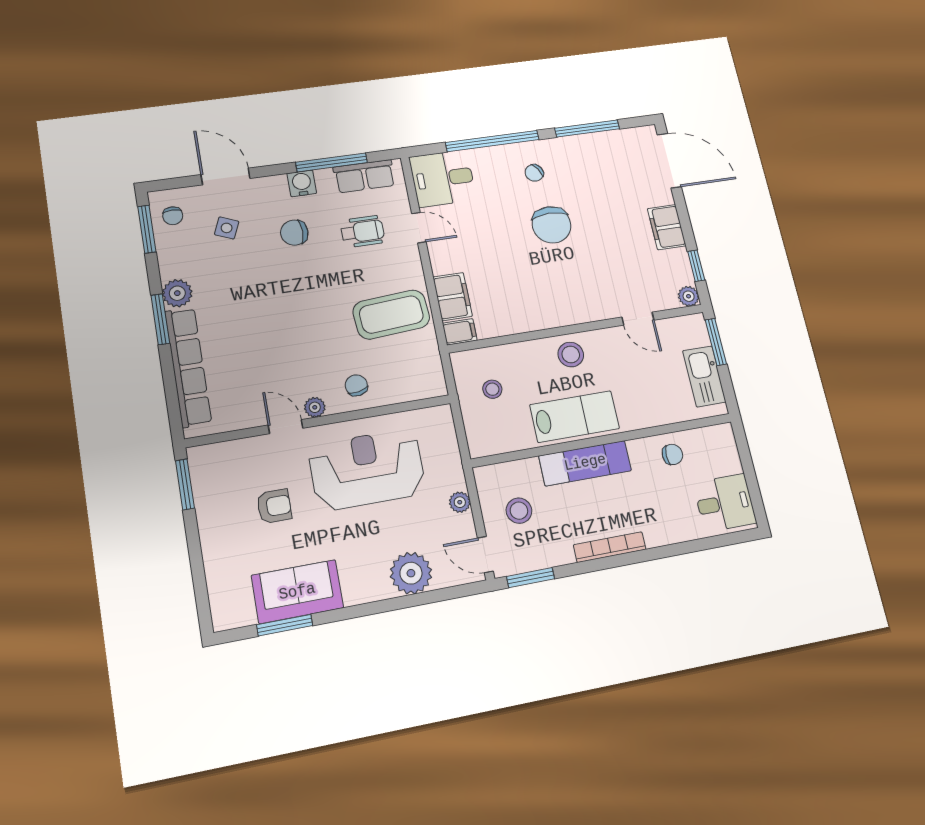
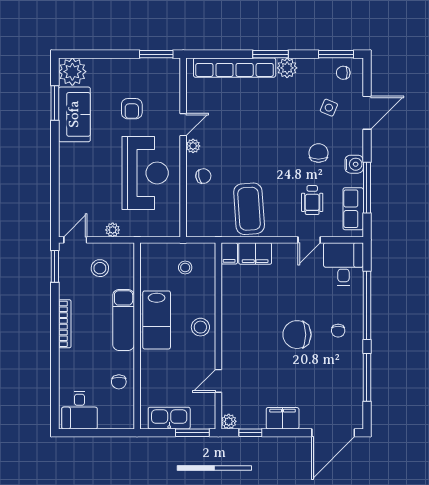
chair: (534, 173) -> (338, 331), turned -148
plant: (411, 573) -> (72, 72), moved

